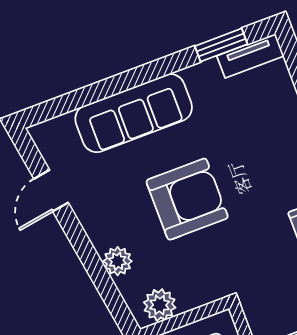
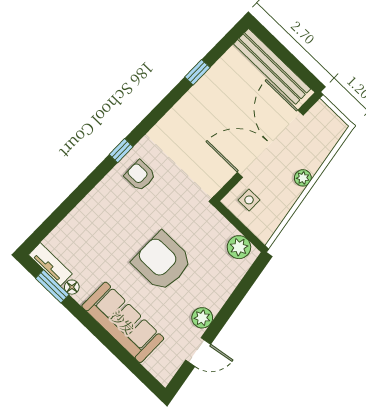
floor lamp: (209, 70) -> (72, 287), added
plant: (118, 261) -> (202, 318), moved

